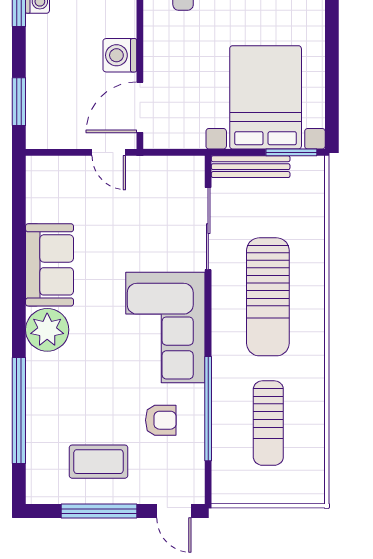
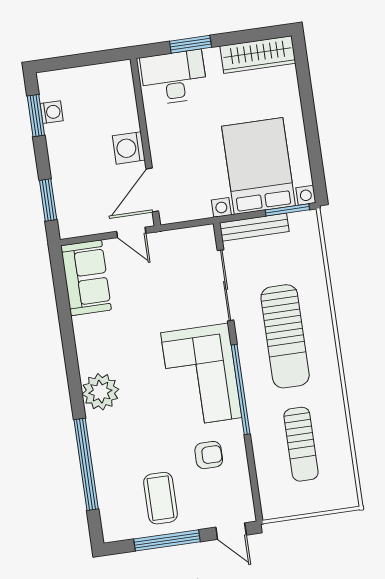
sofa: (50, 265) -> (86, 278), moved
window: (208, 409) -> (241, 390), moved
coffee table: (98, 462) -> (161, 498), turned 90

